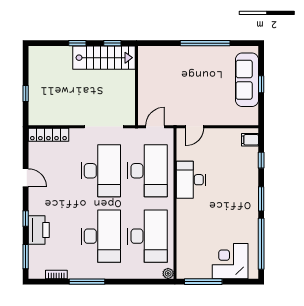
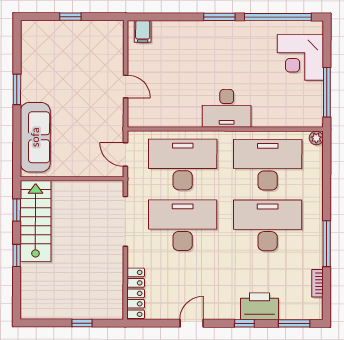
window: (205, 43) -> (17, 89), width x0.47
sofa: (247, 80) -> (35, 137), moved, turned -90
door: (195, 127) -> (126, 86), moved
window: (261, 160) -> (169, 17), removed
desk: (191, 180) -> (227, 108), moved

